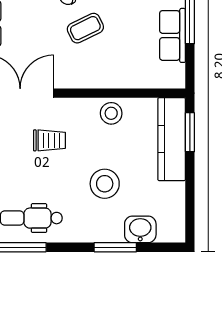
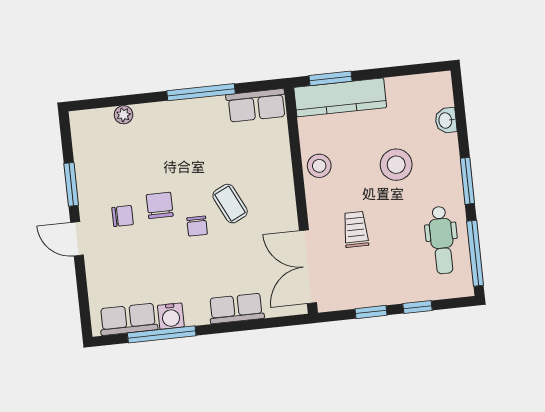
row of seats: (173, 35) -> (256, 105), moved
washbasin: (140, 229) -> (446, 120), width x0.72, depth x0.69
window: (115, 247) -> (467, 181), moved

